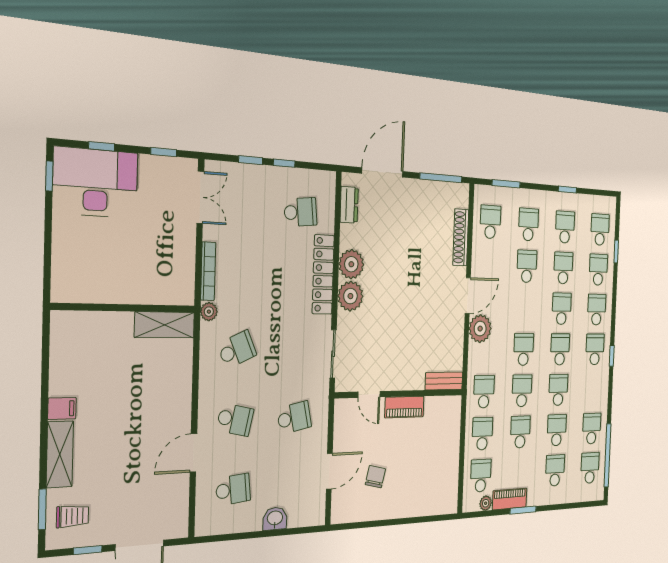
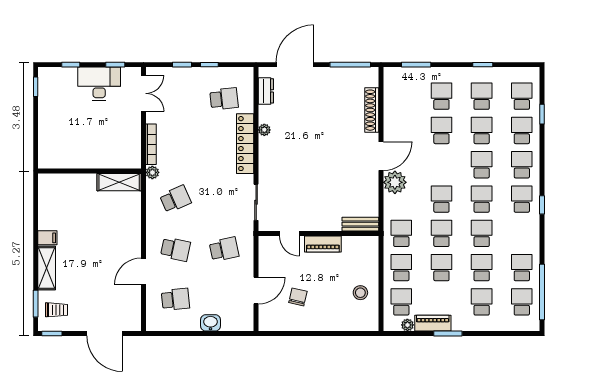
desk: (96, 183) -> (99, 84), moved, width x0.73, depth x0.77
school desk: (490, 222) -> (401, 96), removed
plant: (351, 264) -> (264, 130), width x0.53, depth x0.53
plant: (350, 296) -> (270, 159), removed
stool: (441, 467) -> (360, 293), added
window: (88, 550) -> (52, 333), moved

